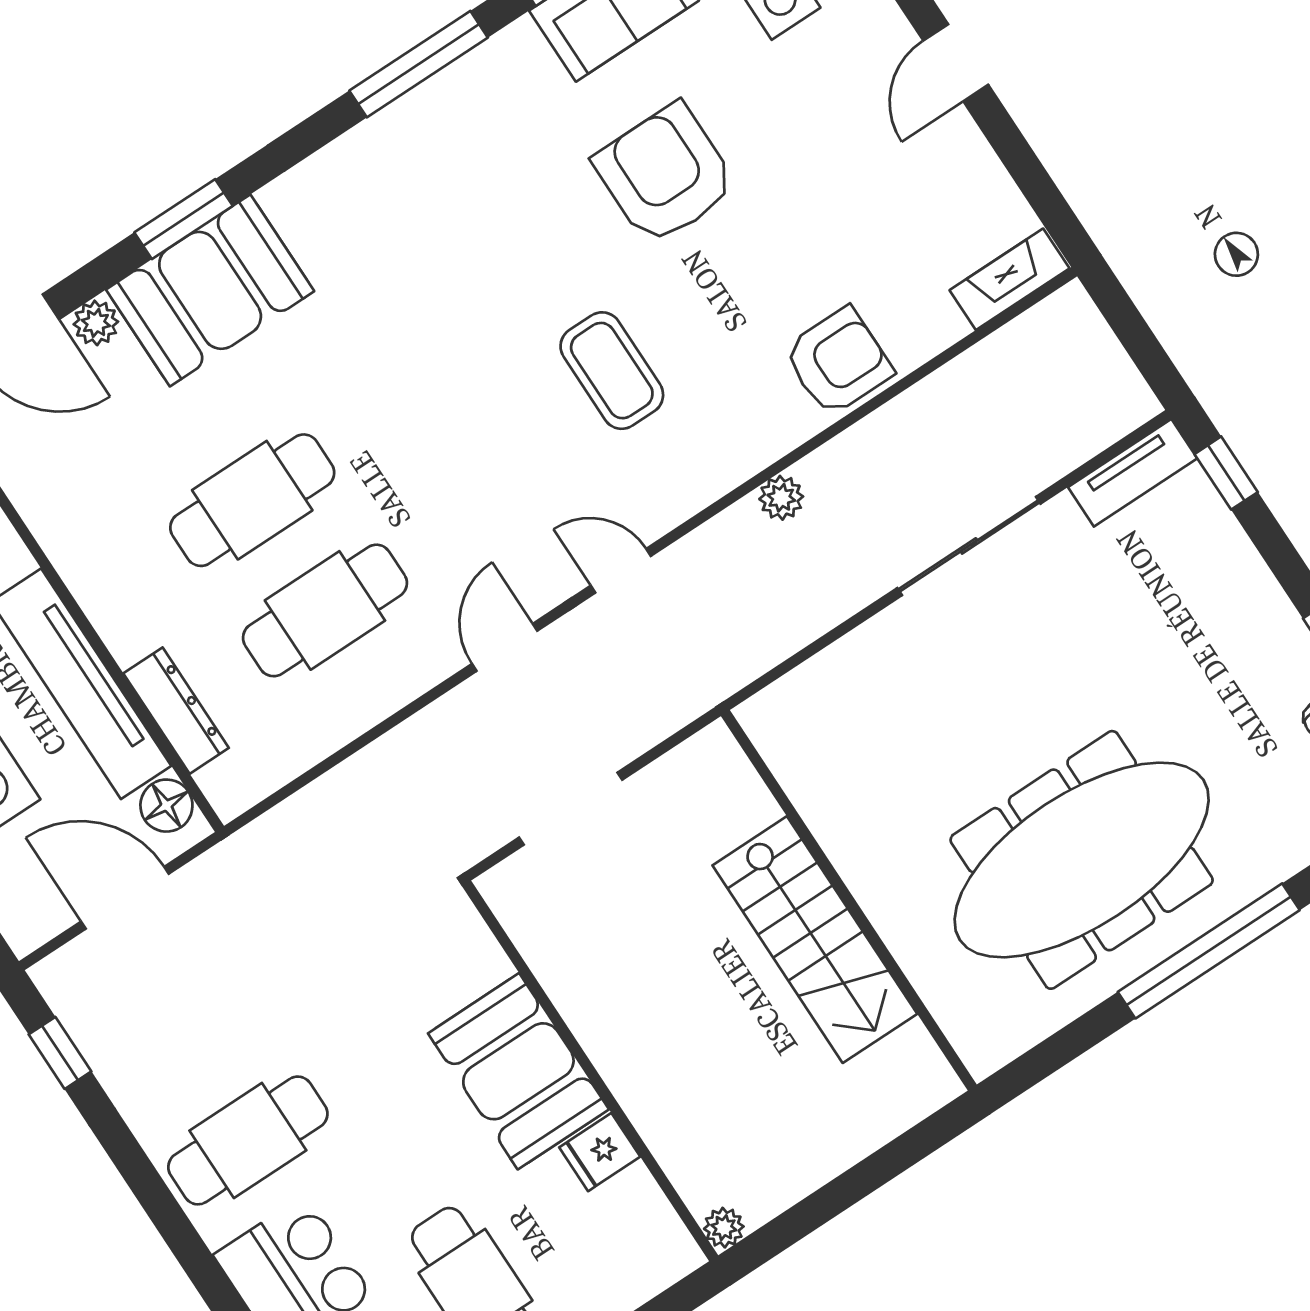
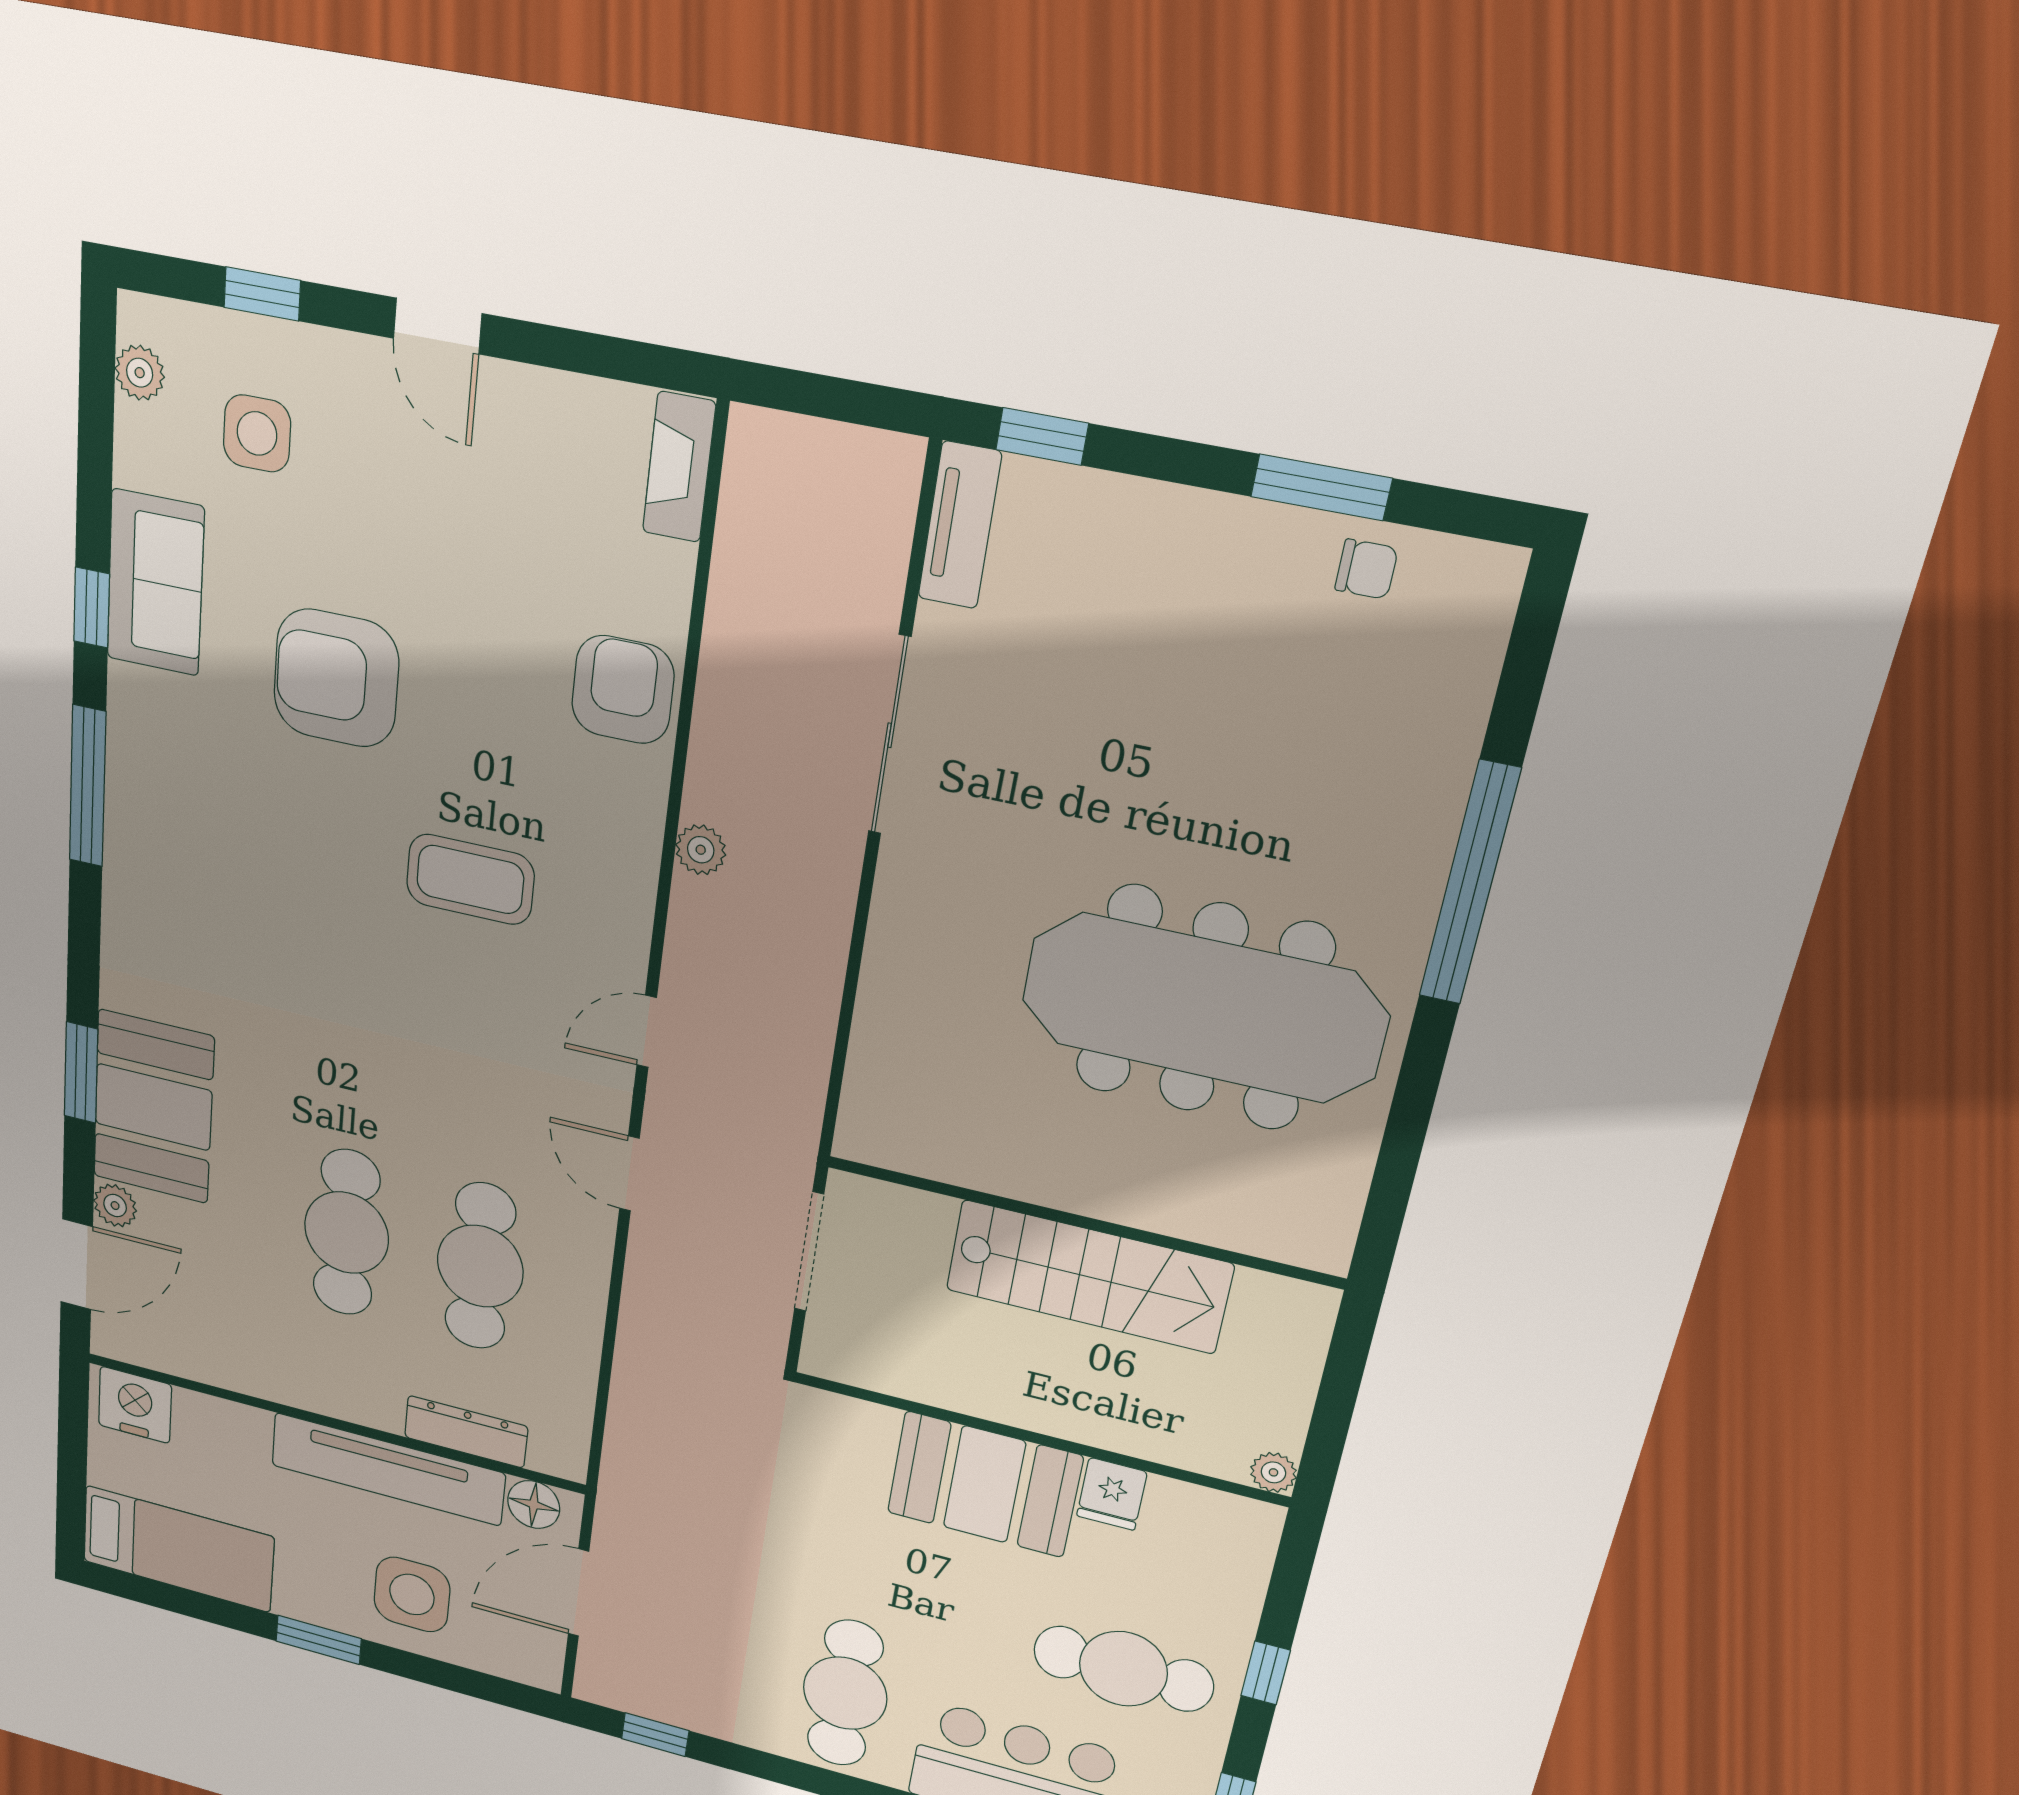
meeting table: (1082, 860) -> (1203, 1008), moved, turned 90
wall: (849, 900) -> (1083, 1222), moved
stairs: (815, 940) -> (1088, 1277), moved

